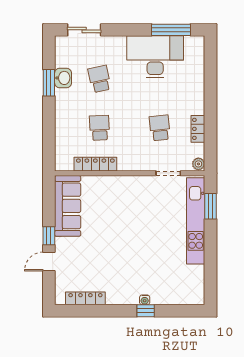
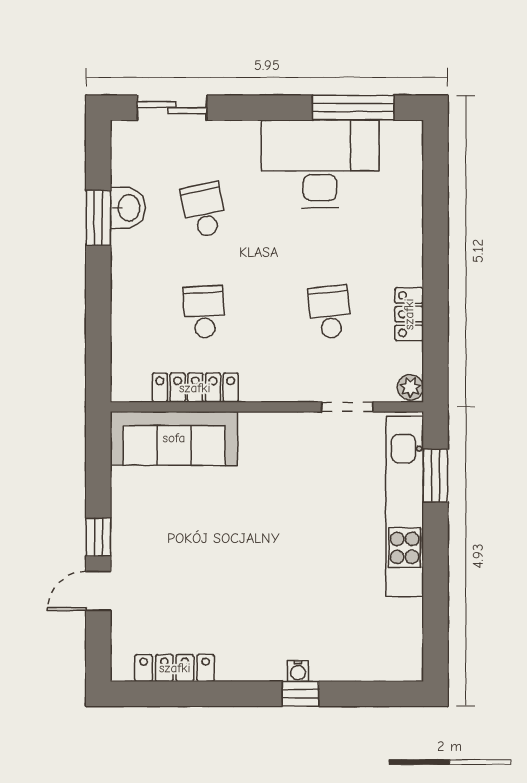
sofa: (68, 206) -> (174, 438), moved, turned 90

